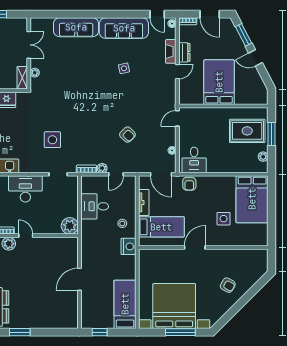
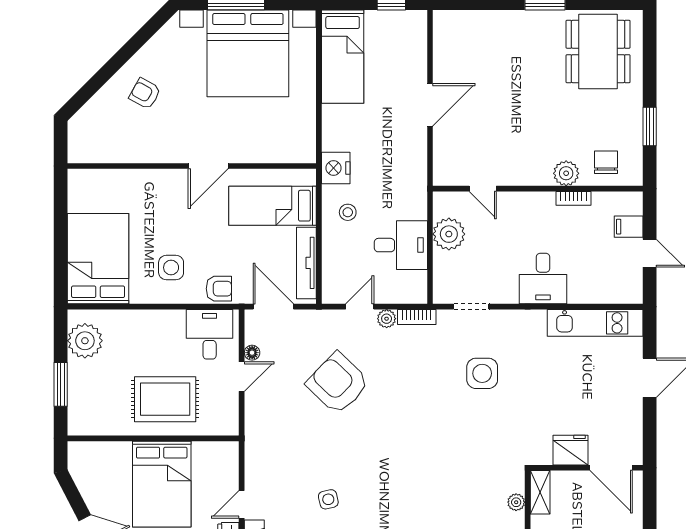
side table: (124, 68) -> (328, 499), moved
door: (177, 118) -> (242, 377), moved
rug: (247, 131) -> (165, 399), moved
armchair: (127, 135) -> (338, 383), width x1.88, depth x1.88
plant: (263, 157) -> (85, 341), width x1.88, depth x1.88
armchair: (189, 184) -> (219, 289), turned 90
desk: (25, 189) -> (543, 279), width x0.73
tv unit: (144, 202) -> (306, 263), width x1.41
side table: (223, 219) -> (171, 268), moved
plant: (70, 226) -> (449, 234), moved
door: (26, 236) -> (483, 189), moved

